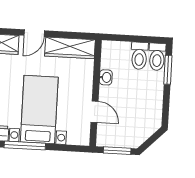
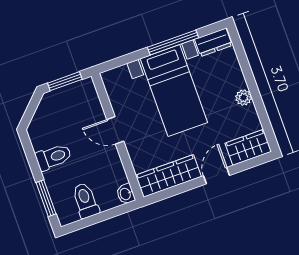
toilet: (157, 57) -> (53, 157), moved, turned 90
washbasin: (106, 77) -> (126, 194), moved
door: (94, 112) -> (115, 130), moved

